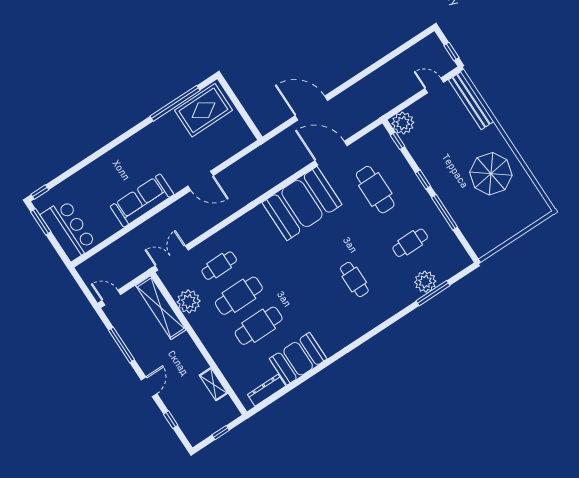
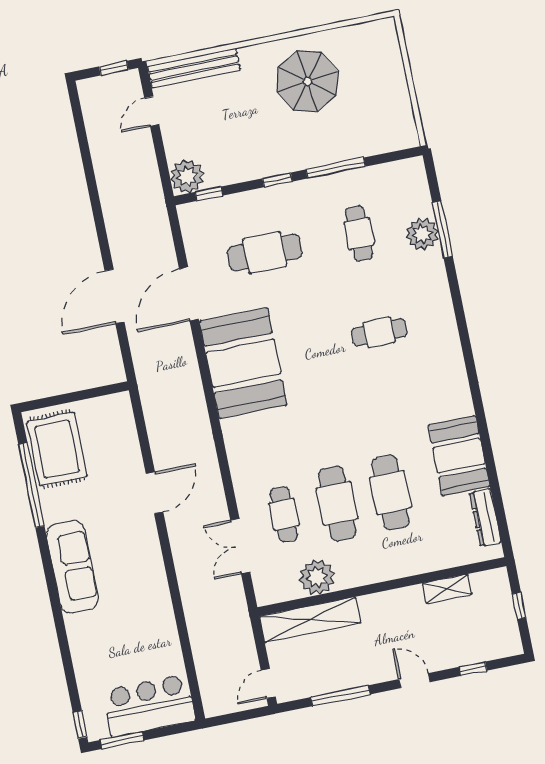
sofa: (142, 200) -> (72, 567), moved, turned 180
double door: (172, 258) -> (240, 546), moved

